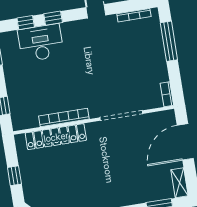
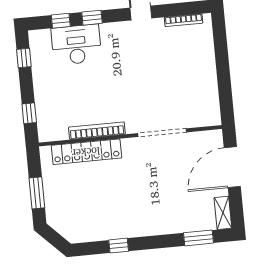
window: (169, 41) -> (221, 52), removed
bookcase: (167, 94) -> (215, 112), removed
window: (14, 176) -> (37, 193), width x1.50

